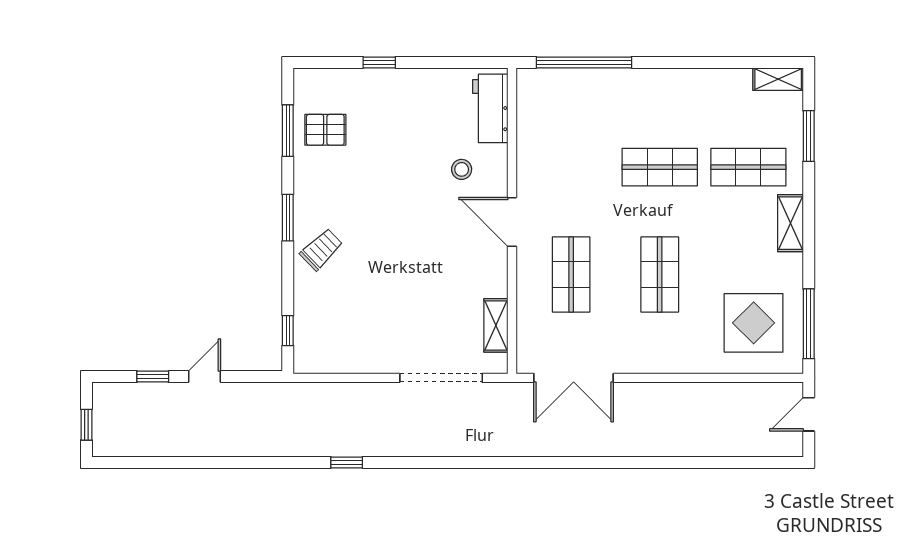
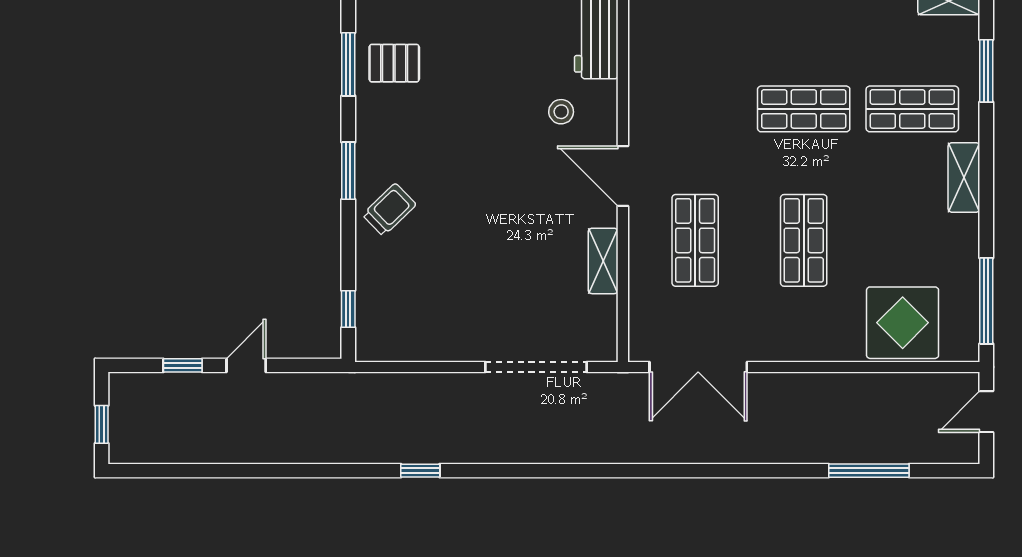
display table: (754, 323) -> (903, 323), moved
shelving: (496, 325) -> (603, 261), moved
window: (713, 462) -> (869, 471), added

